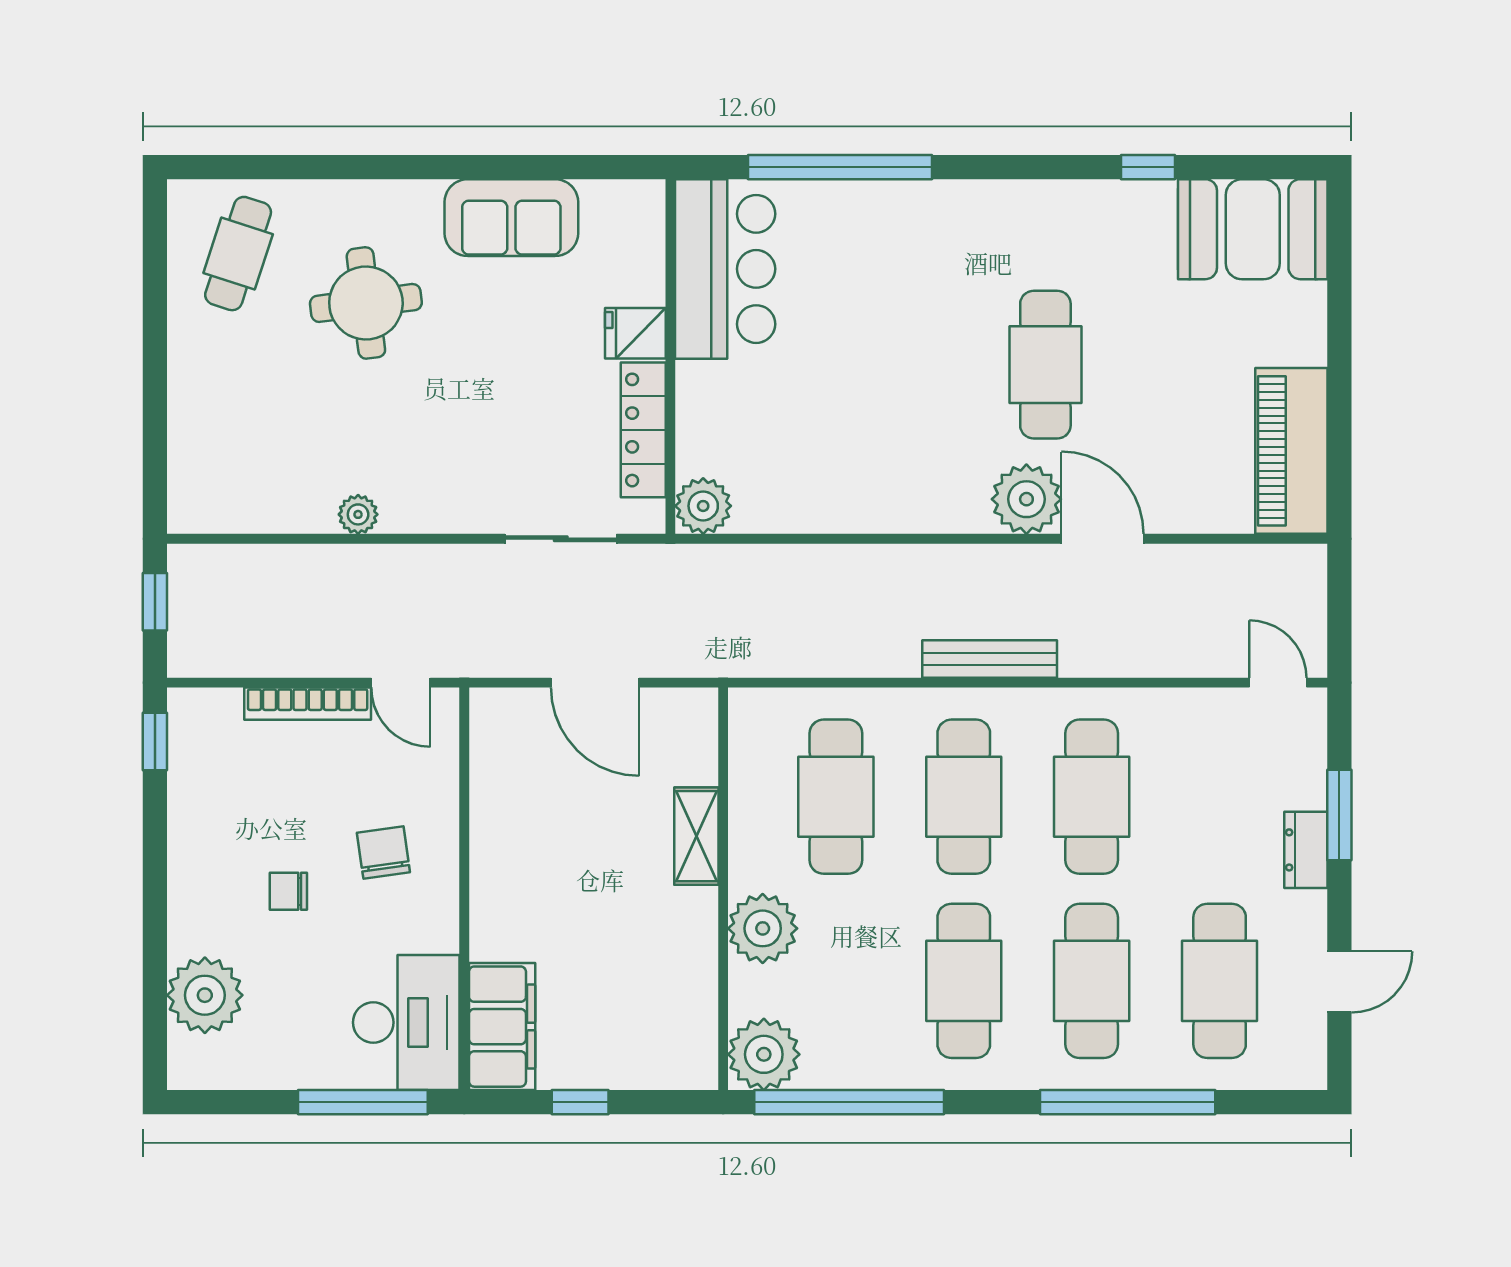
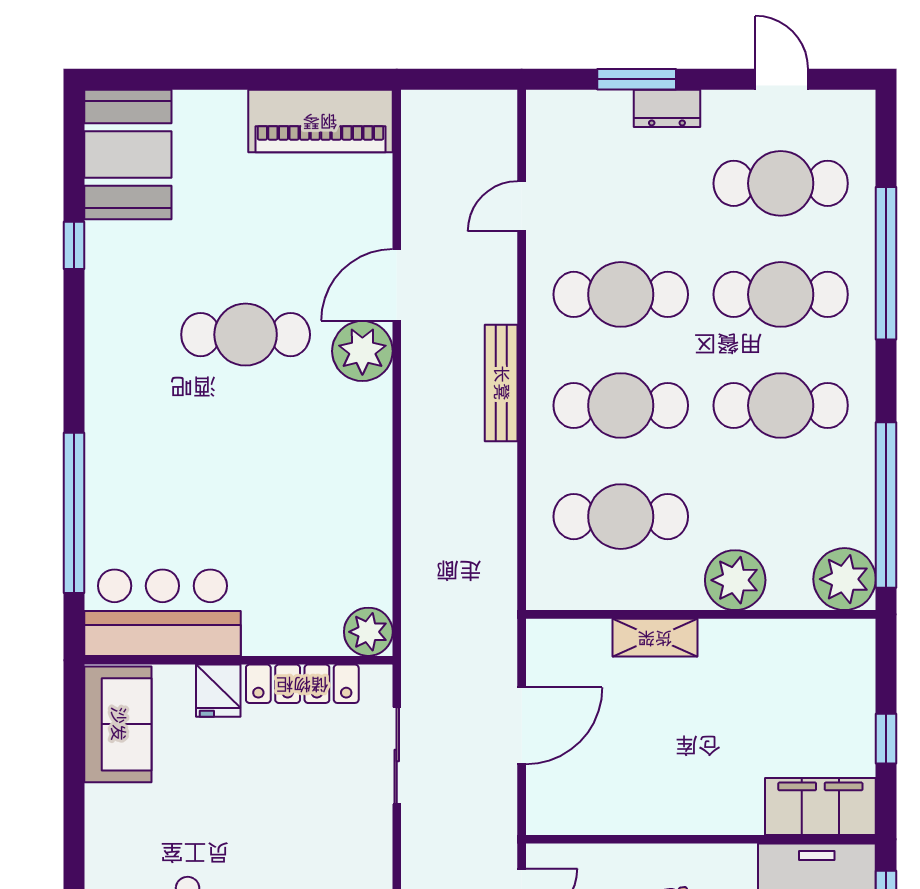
sofa: (511, 218) -> (118, 724), moved
door: (1278, 683) -> (522, 206), moved

